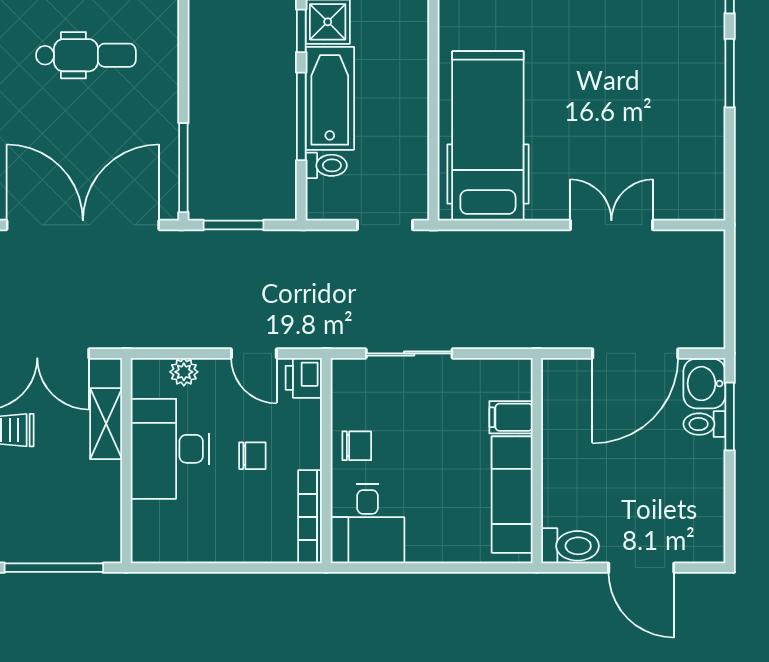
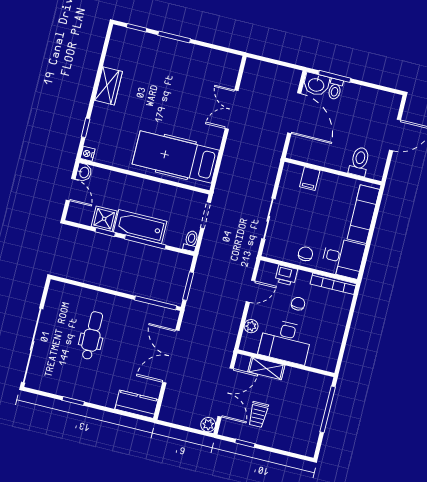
toilet: (326, 165) -> (191, 241), moved
double door: (83, 225) -> (171, 356), width x0.73
printer: (304, 378) -> (286, 275), moved
exam couch: (512, 495) -> (363, 214), moved, turned 90
toilet: (570, 546) -> (359, 161), moved

